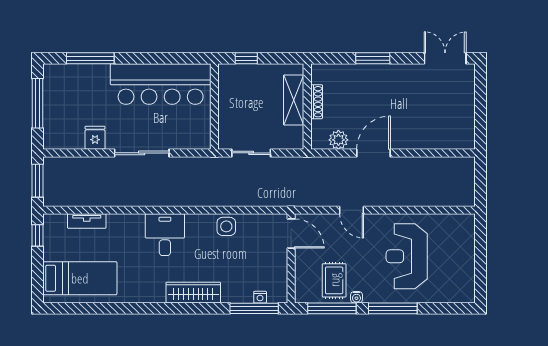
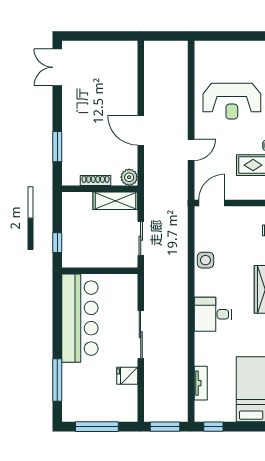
window: (373, 58) -> (57, 147), moved
shelving: (294, 100) -> (115, 201), moved
plant: (338, 140) -> (129, 177), moved

